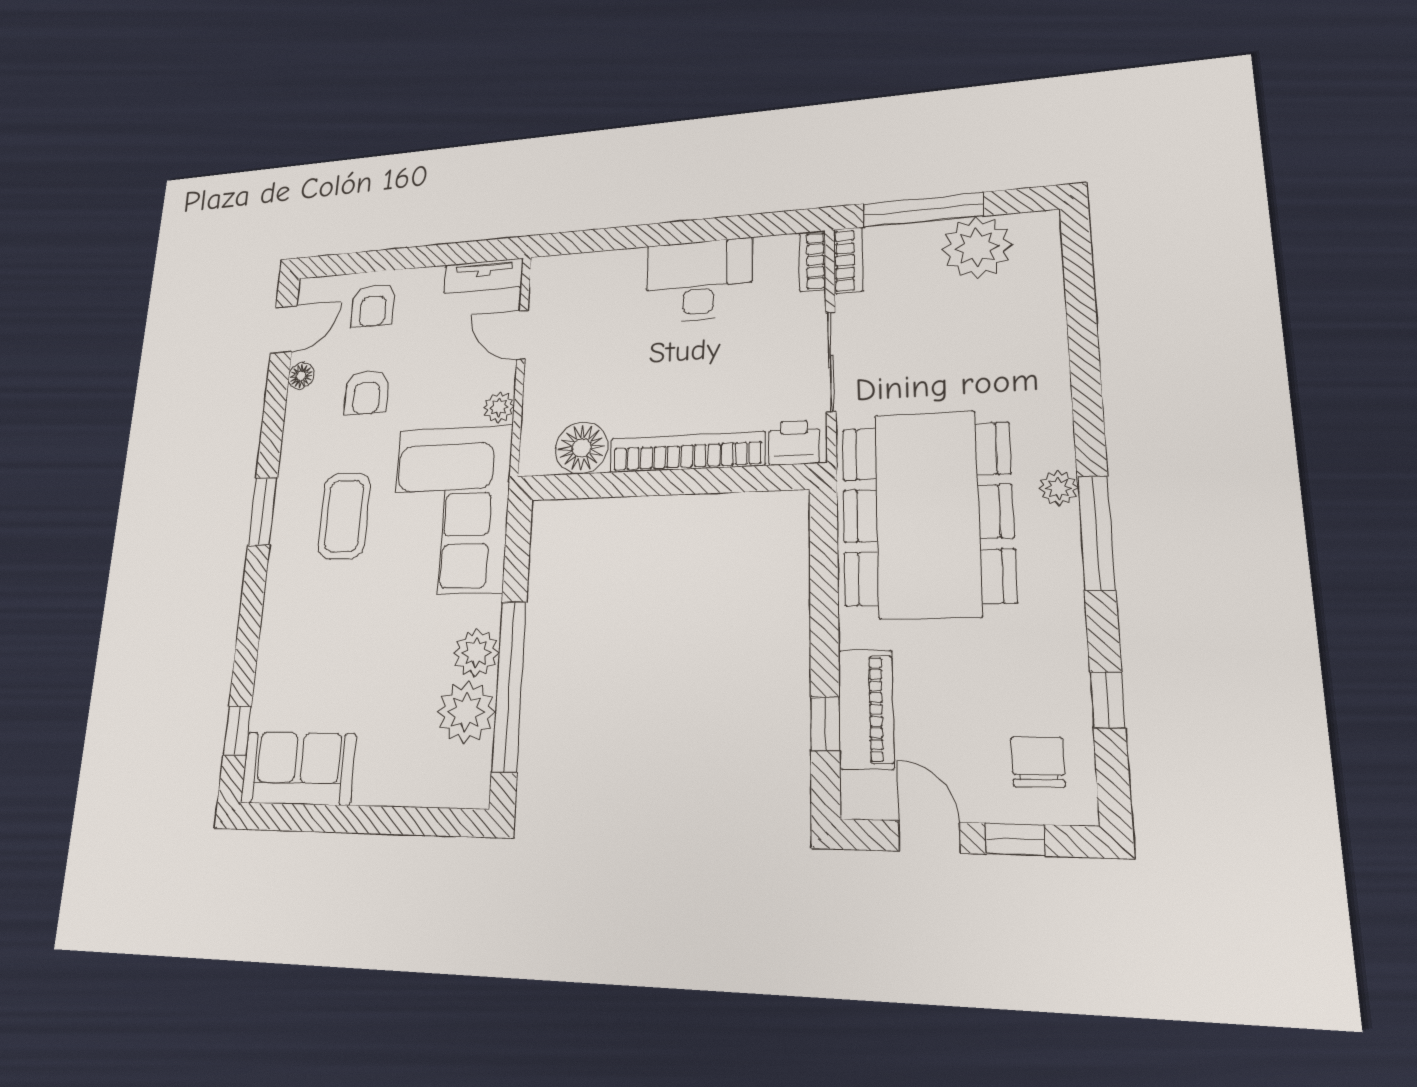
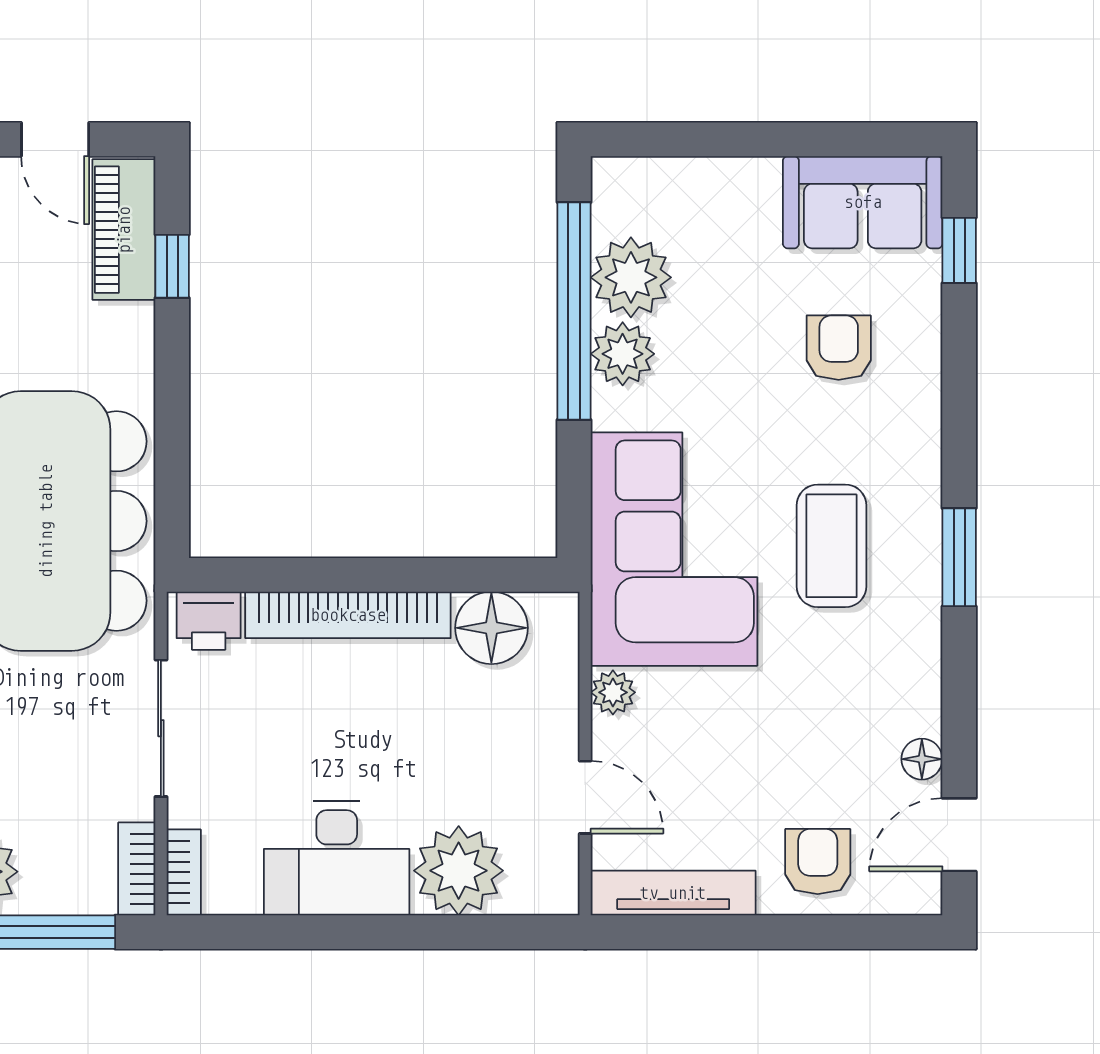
tv unit: (484, 276) -> (673, 893), width x1.41
plant: (612, 279) -> (459, 871), added
armchair: (367, 392) -> (839, 348), moved
piano: (866, 709) -> (124, 230), moved

